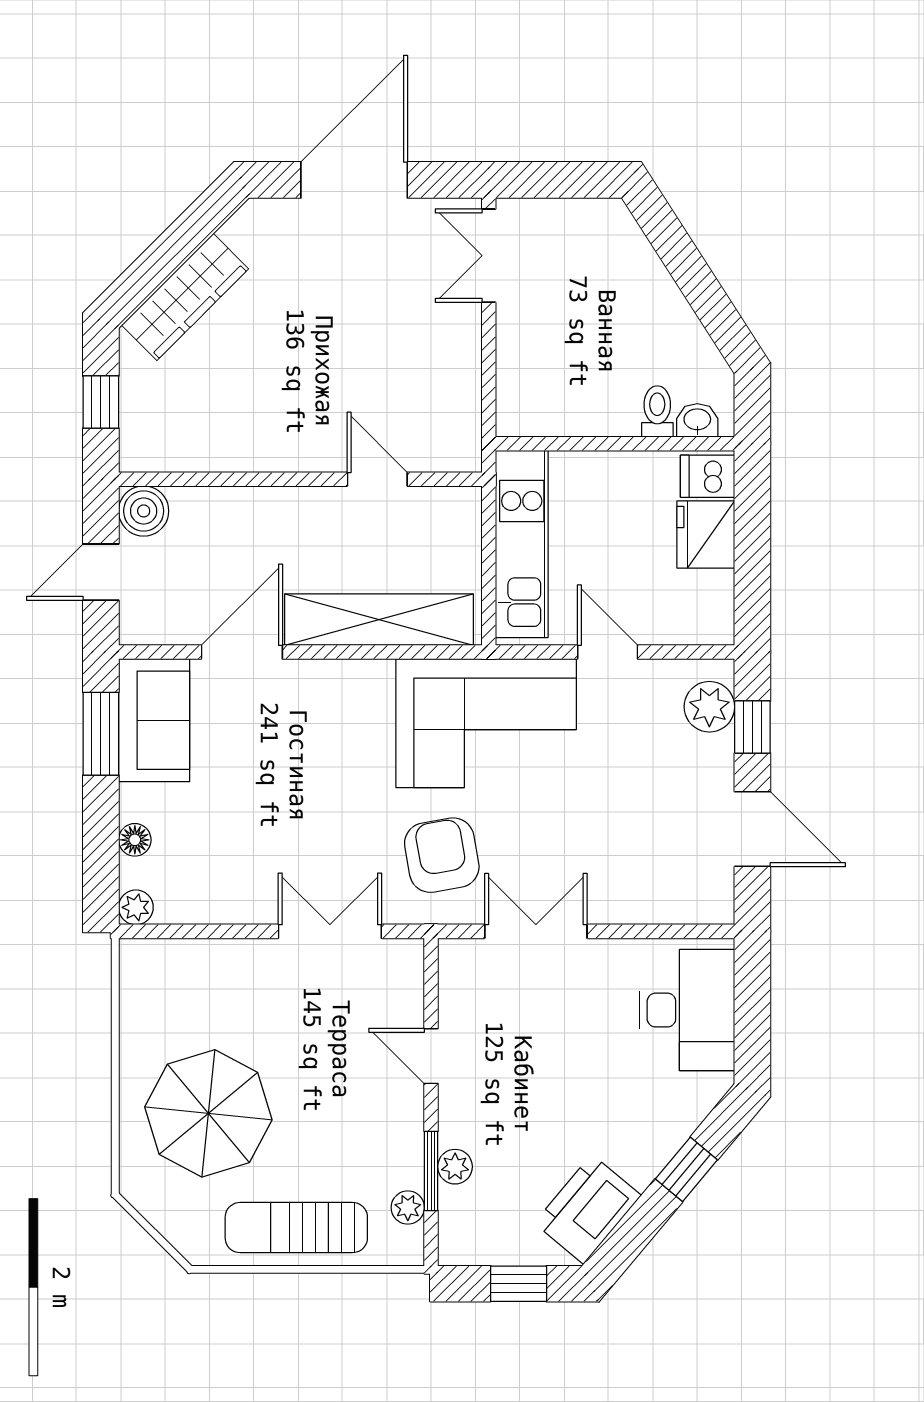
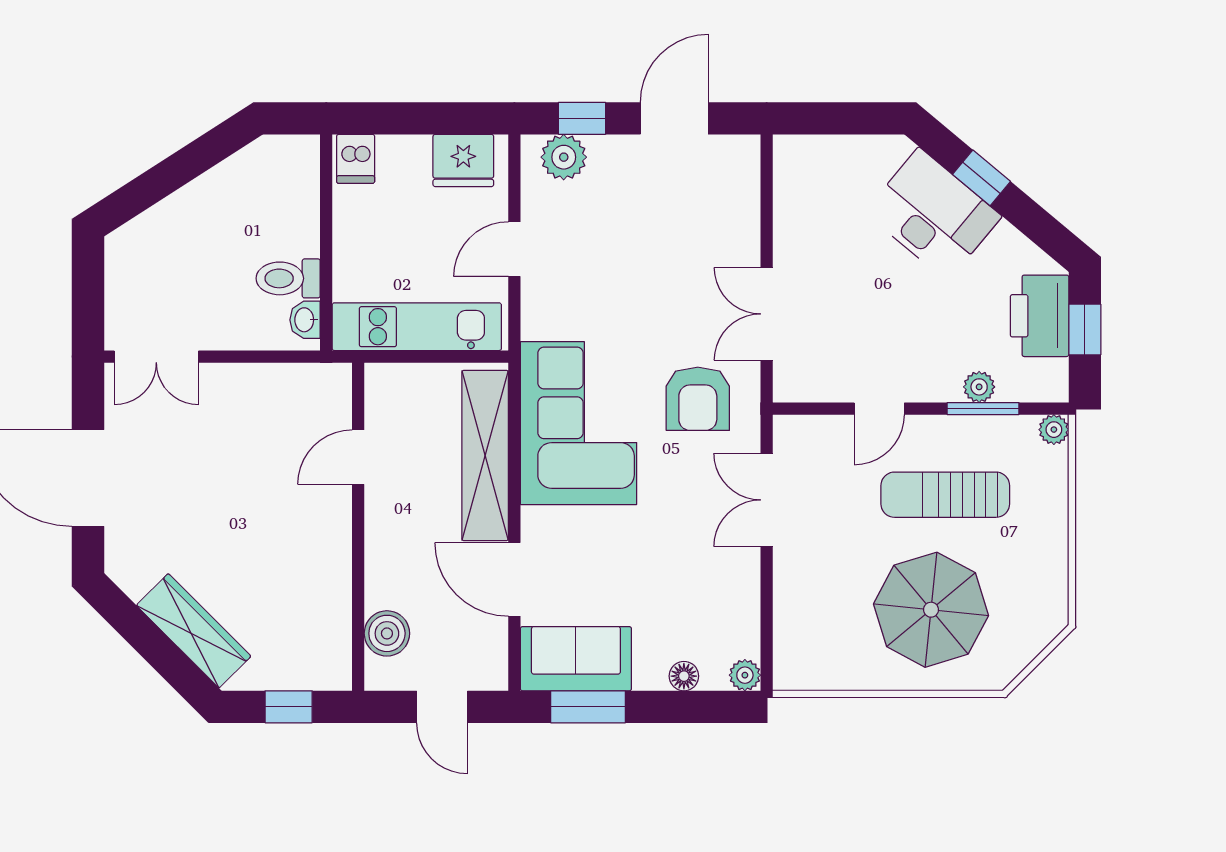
toilet: (657, 411) -> (288, 278), moved, width x1.37, depth x1.39
washbasin: (697, 420) -> (305, 320), moved
boiler: (144, 511) -> (387, 633), moved
fridge: (706, 534) -> (463, 160), moved
corner sofa: (486, 723) -> (579, 423), moved
armchair: (442, 855) -> (698, 399), turned -80
desk: (687, 1010) -> (933, 214), moved, turned 40
plant: (408, 1208) -> (1054, 430), moved
printer: (588, 1209) -> (1040, 316), moved, turned 50
sun lounger: (296, 1228) -> (945, 495), moved, turned 90

